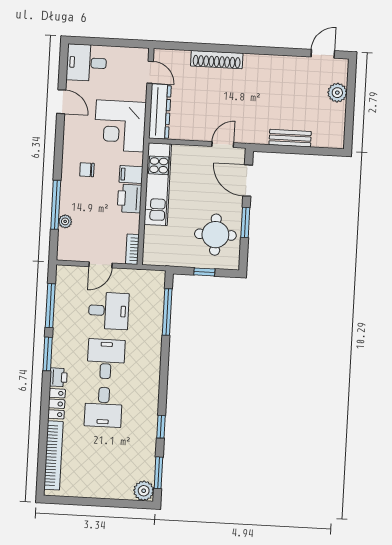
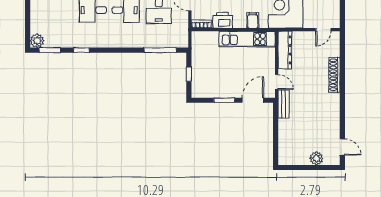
dresser: (160, 112) -> (285, 50), moved, turned -90
bench: (290, 138) -> (283, 104), moved
printer: (130, 198) -> (223, 20), moved
round table: (215, 235) -> (215, 80), removed

